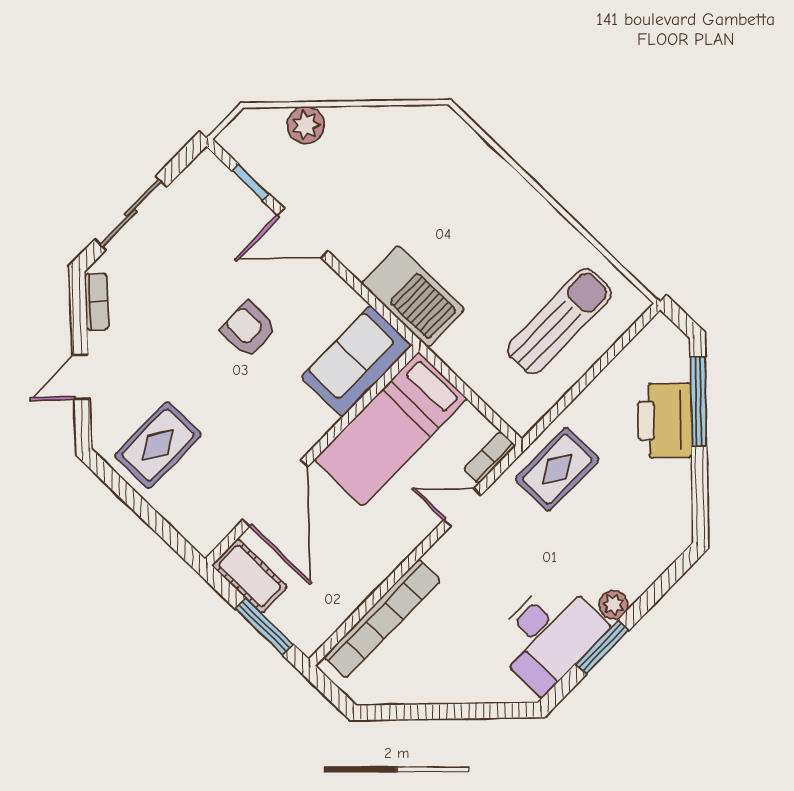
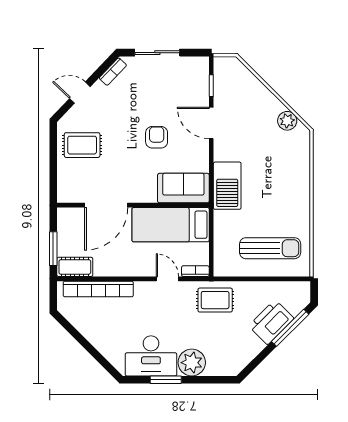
plant: (306, 125) -> (287, 121), moved
cot: (250, 576) -> (75, 267), moved, turned 90
plant: (613, 605) -> (192, 363), width x1.88, depth x1.88

